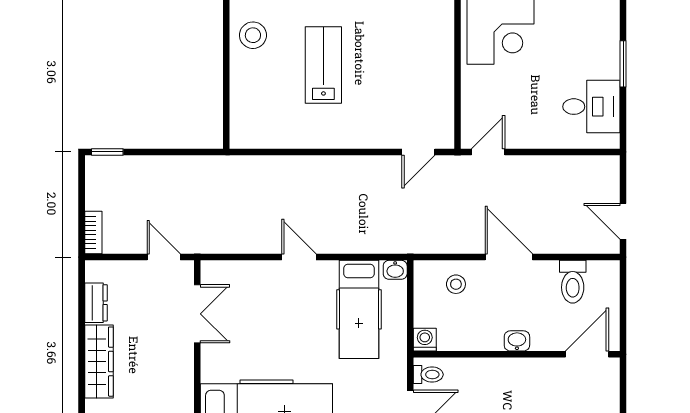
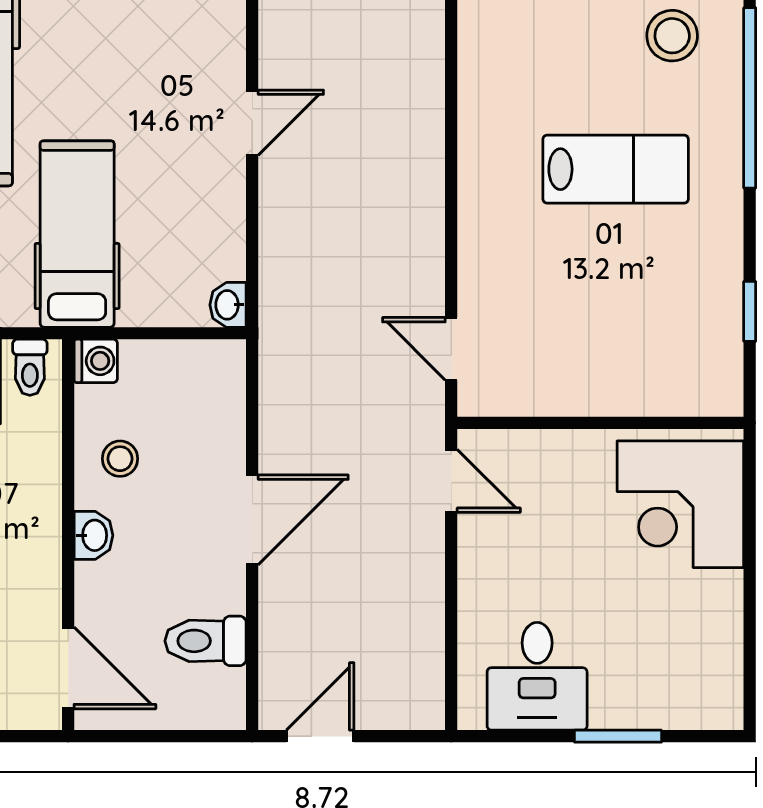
stool: (456, 284) -> (120, 459), moved
hospital bed: (359, 309) -> (77, 234), moved, turned 90

